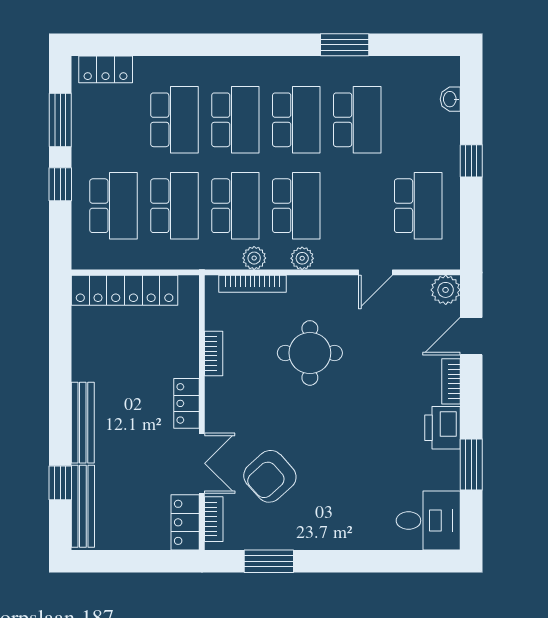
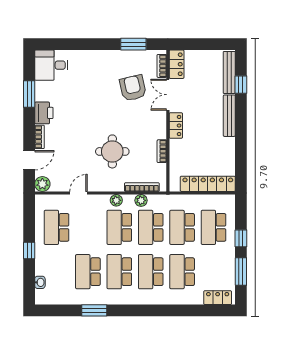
armchair: (270, 476) -> (133, 88), turned -61

